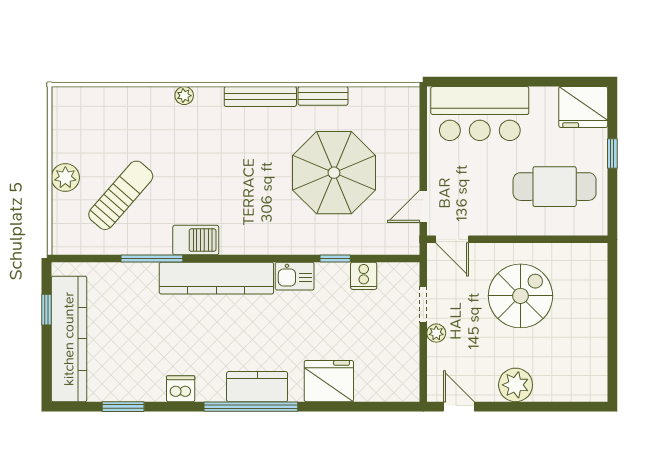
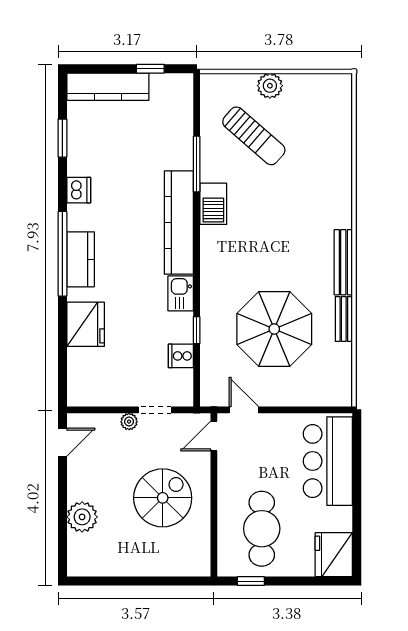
plant: (184, 96) -> (344, 193), removed
window: (612, 154) -> (251, 581), moved
spiral stairs: (520, 296) -> (163, 498), turned -90
kitchen counter: (69, 339) -> (108, 87), width x0.72, depth x0.86
plant: (516, 385) -> (82, 517), moved

